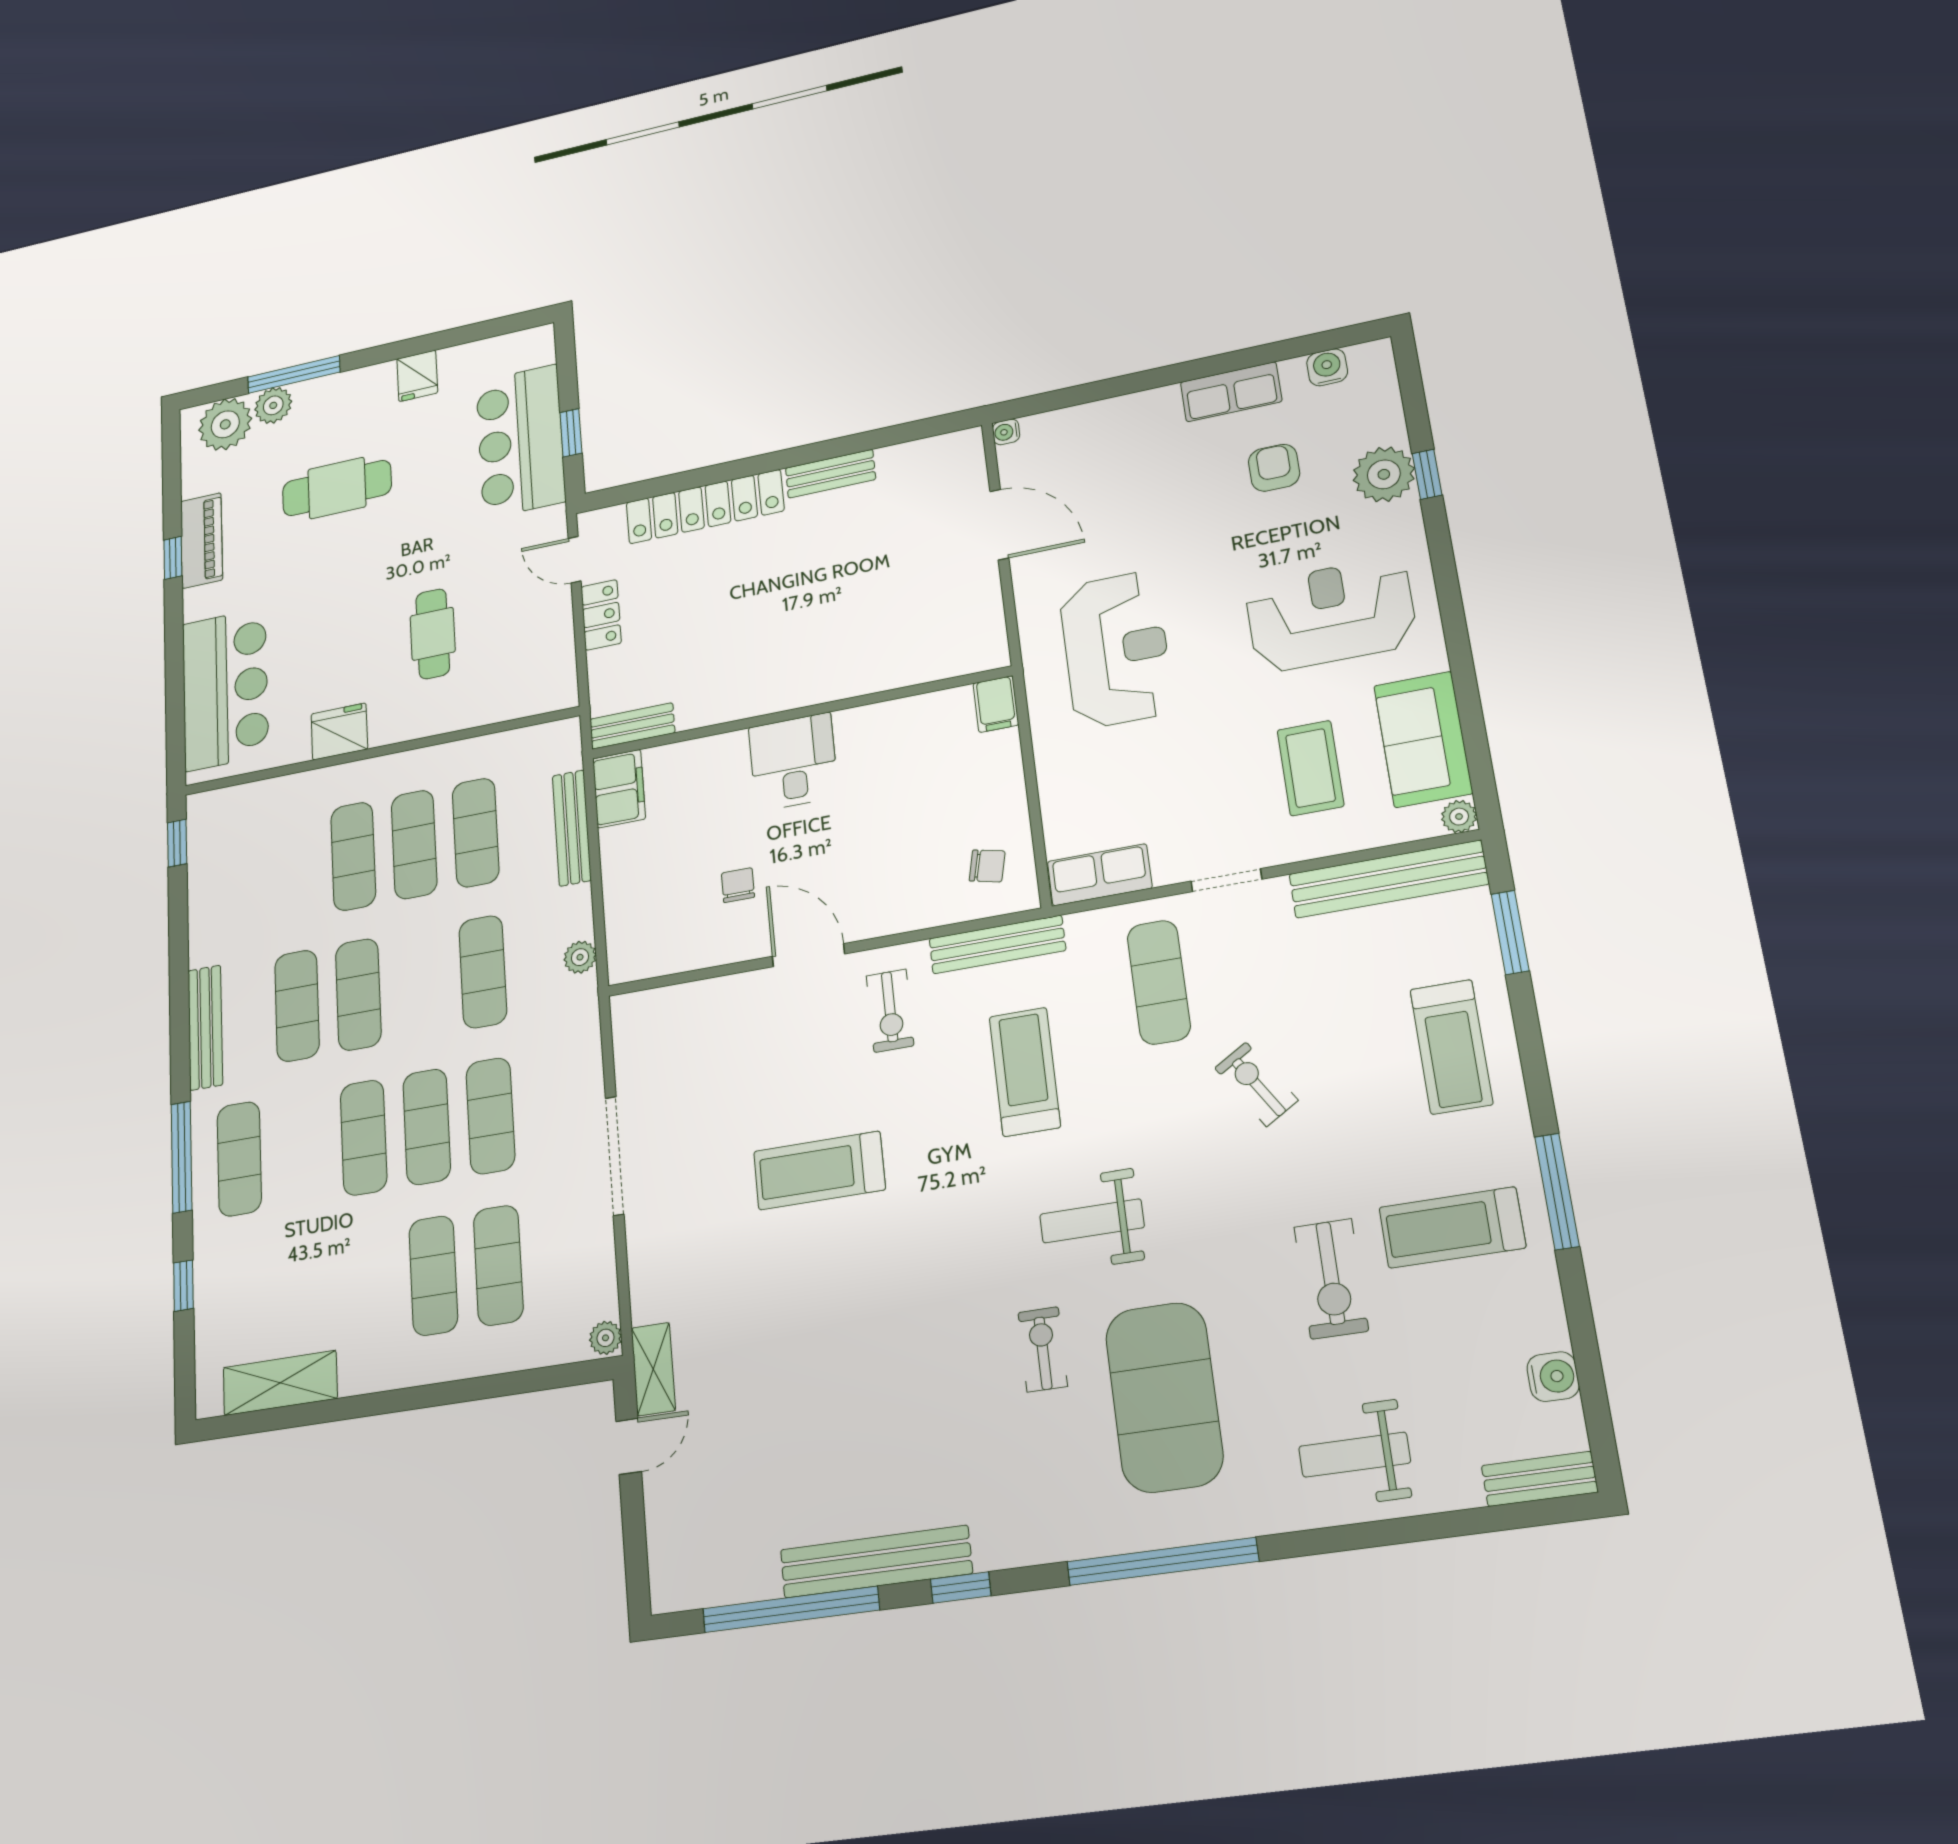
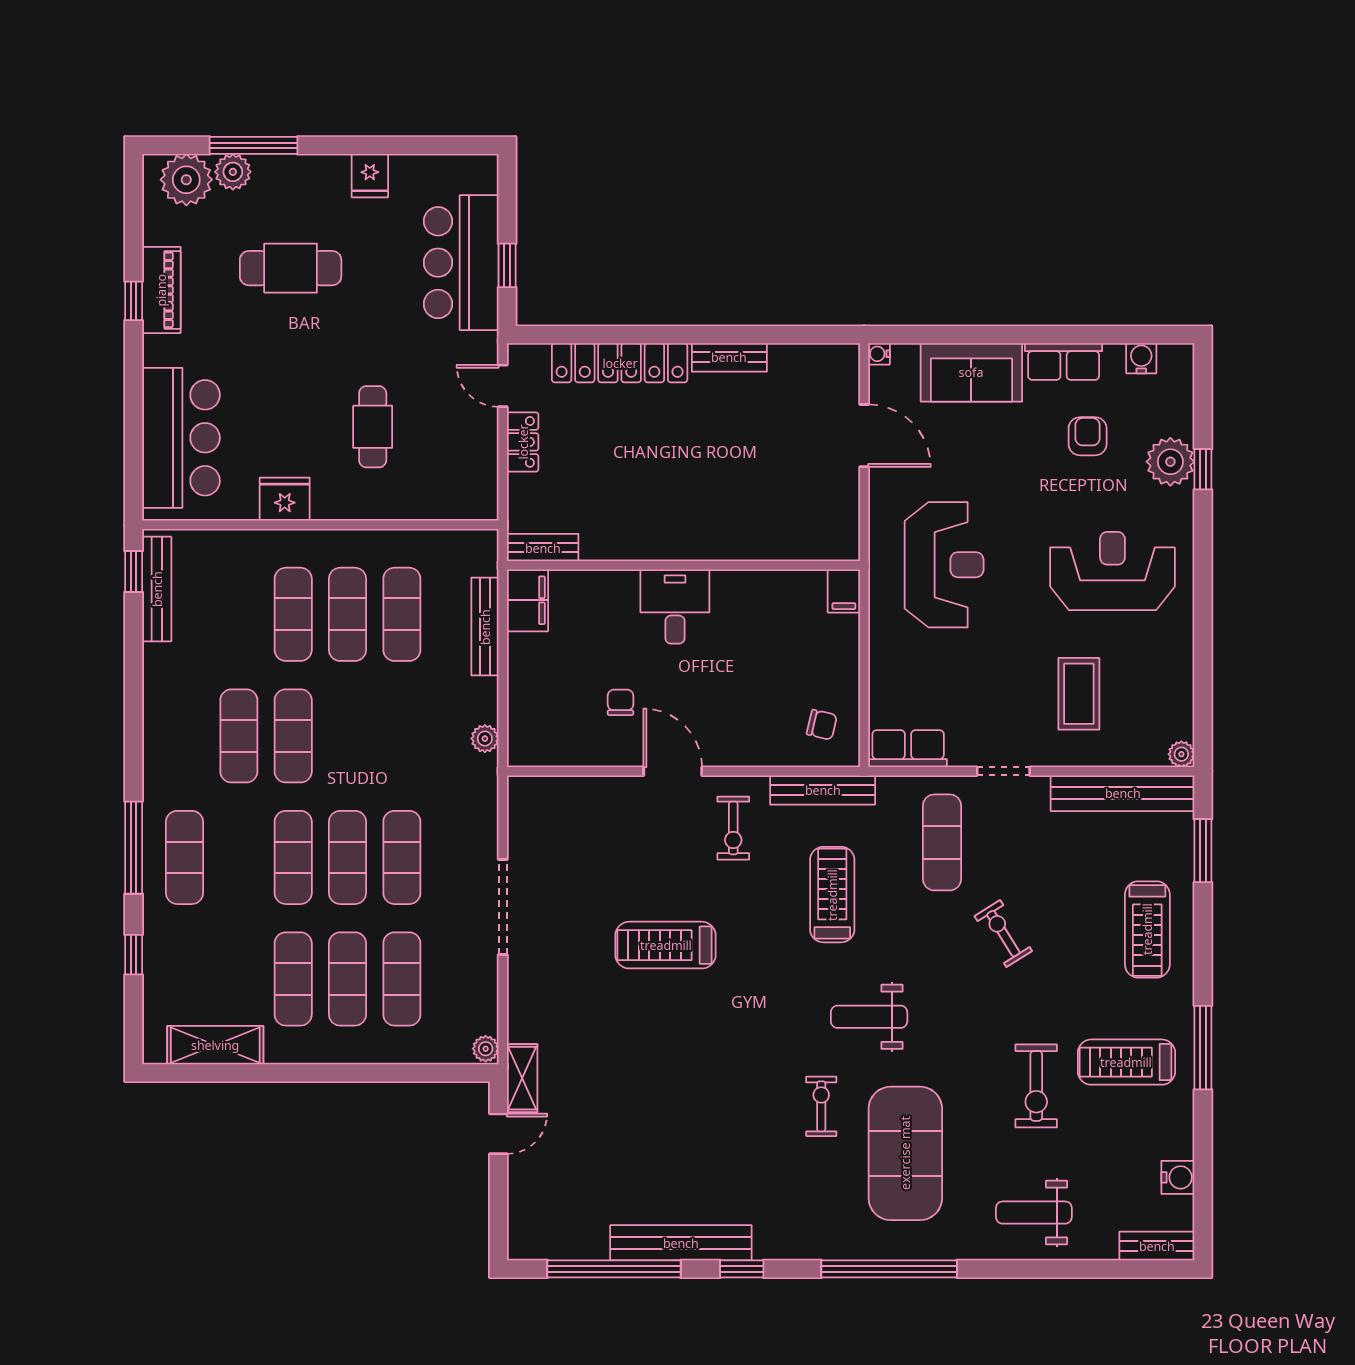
sofa: (1423, 739) -> (971, 372), moved, turned -90
exercise mat: (483, 972) -> (293, 979), moved
bench: (205, 1027) -> (157, 589), moved

